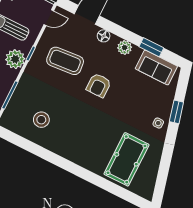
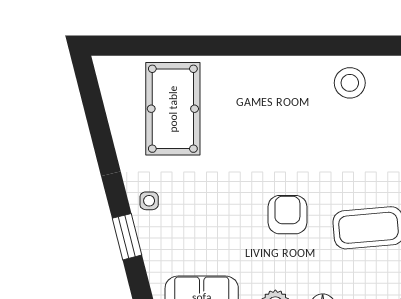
stool: (41, 120) -> (350, 83), moved

